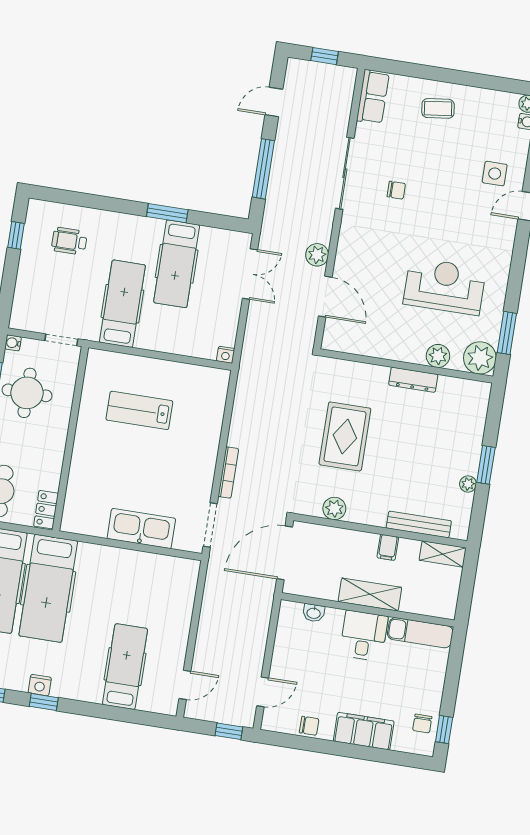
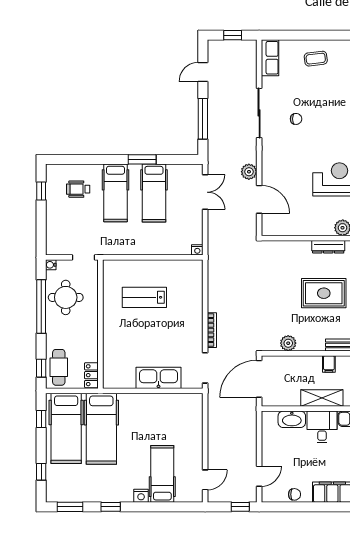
hospital bed: (122, 304) -> (115, 193), moved, turned 180
rug: (345, 436) -> (324, 293), moved, turned 90
washbasin: (314, 613) -> (292, 419), width x1.91, depth x1.45
nightstand: (40, 685) -> (141, 496), moved

